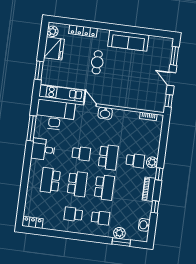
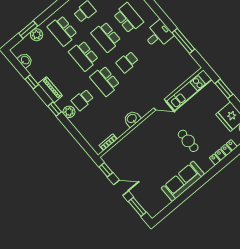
washbasin: (105, 113) -> (132, 119), moved
desk: (55, 115) -> (177, 69), removed
school desk: (100, 218) -> (62, 31), width x1.85

